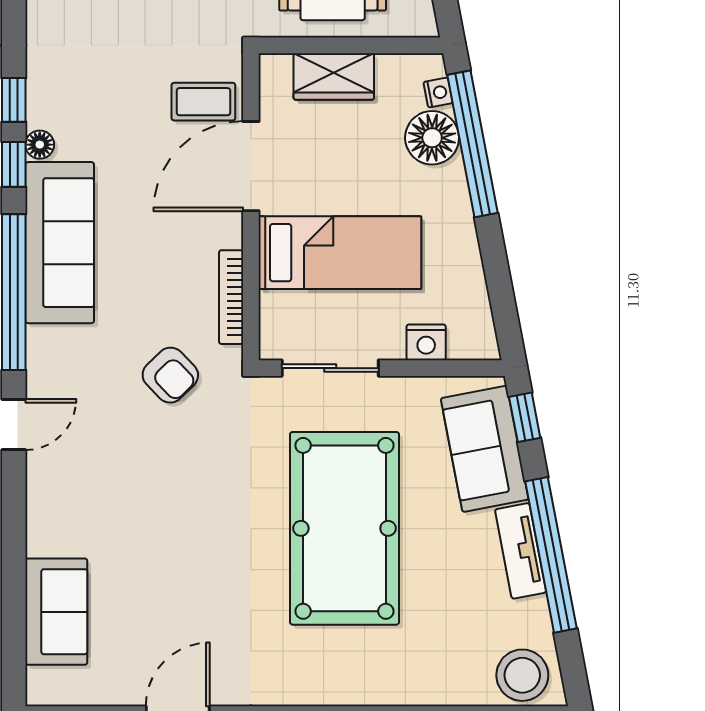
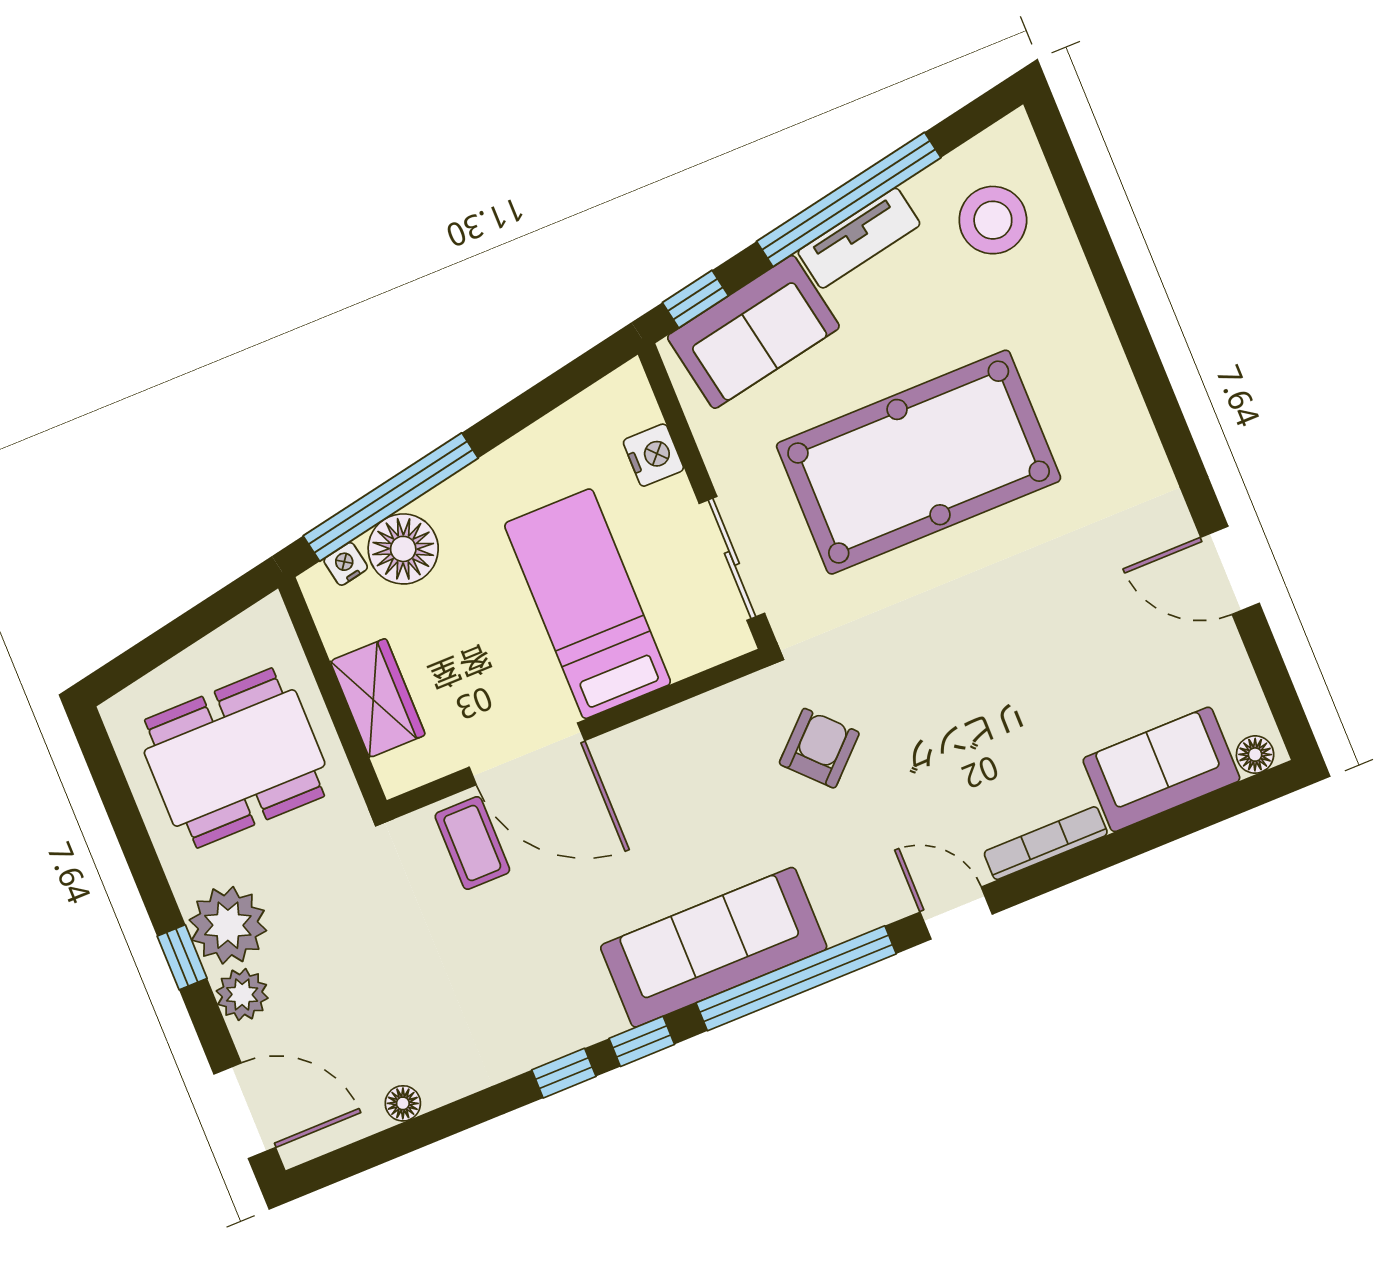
floor lamp: (40, 145) -> (1255, 755), moved
bookcase: (231, 297) -> (1046, 843), moved, turned 180
stool: (522, 675) -> (993, 220), moved

